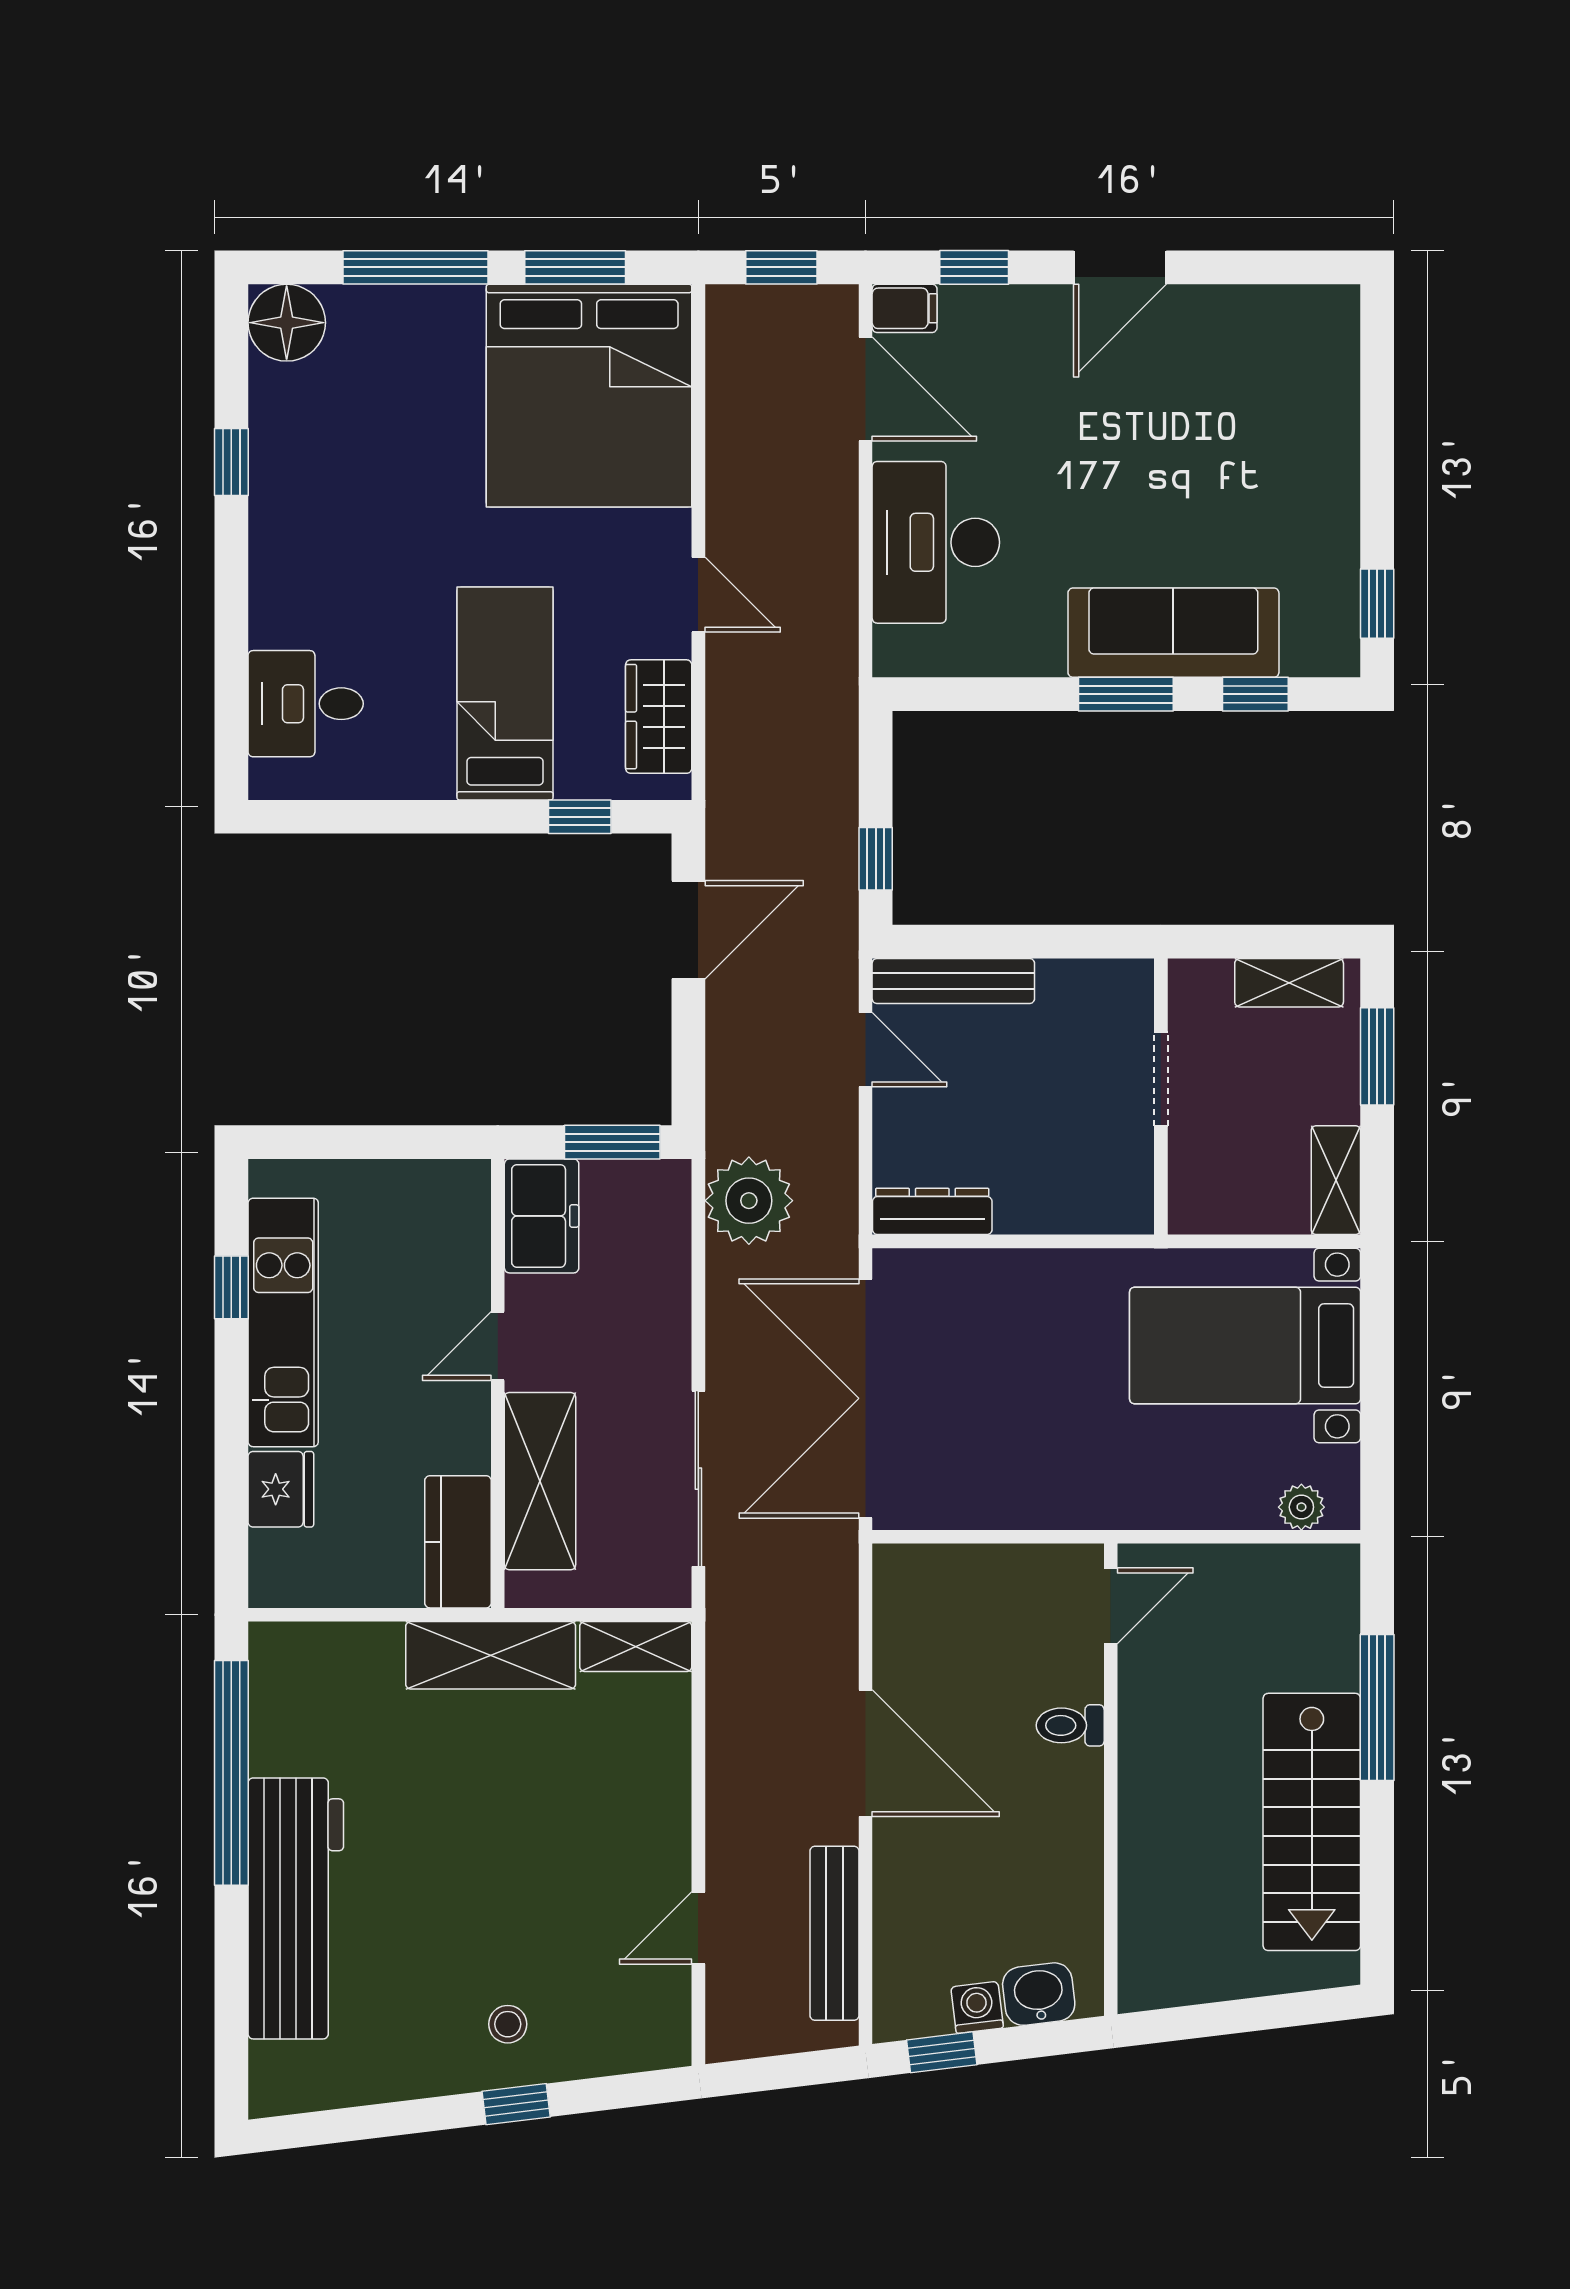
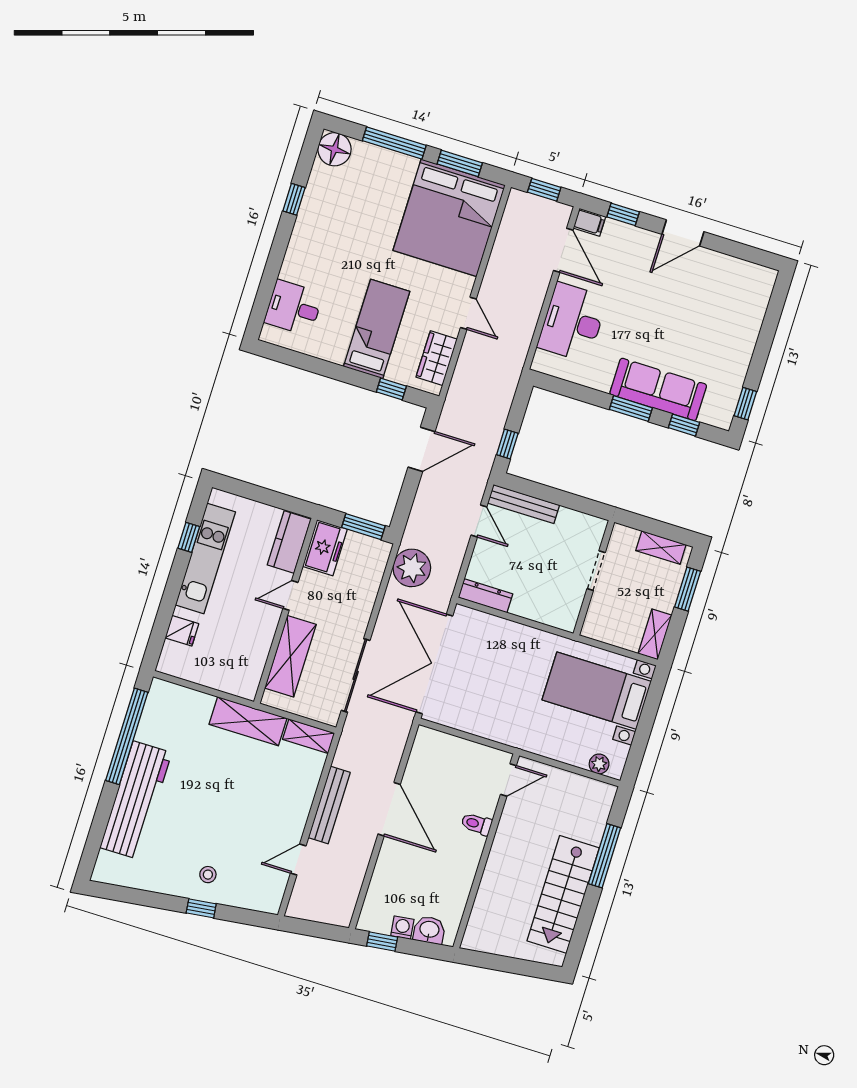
fridge: (281, 1489) -> (182, 631), width x0.72
kitchen counter: (458, 1542) -> (289, 542), moved
bench: (834, 1933) -> (329, 805), moved

